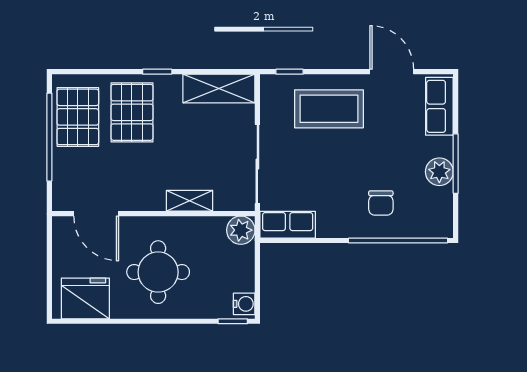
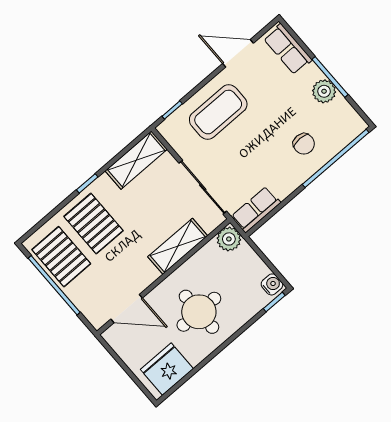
shelving: (190, 201) -> (178, 246), width x1.50, depth x1.33

